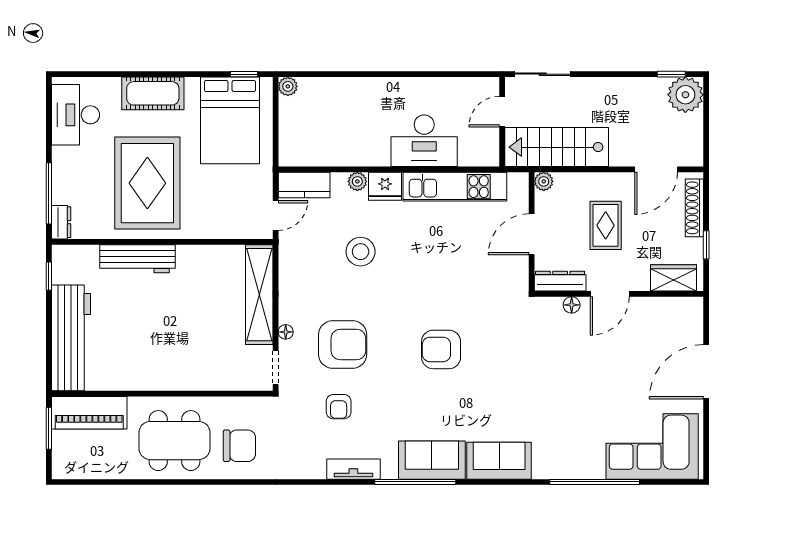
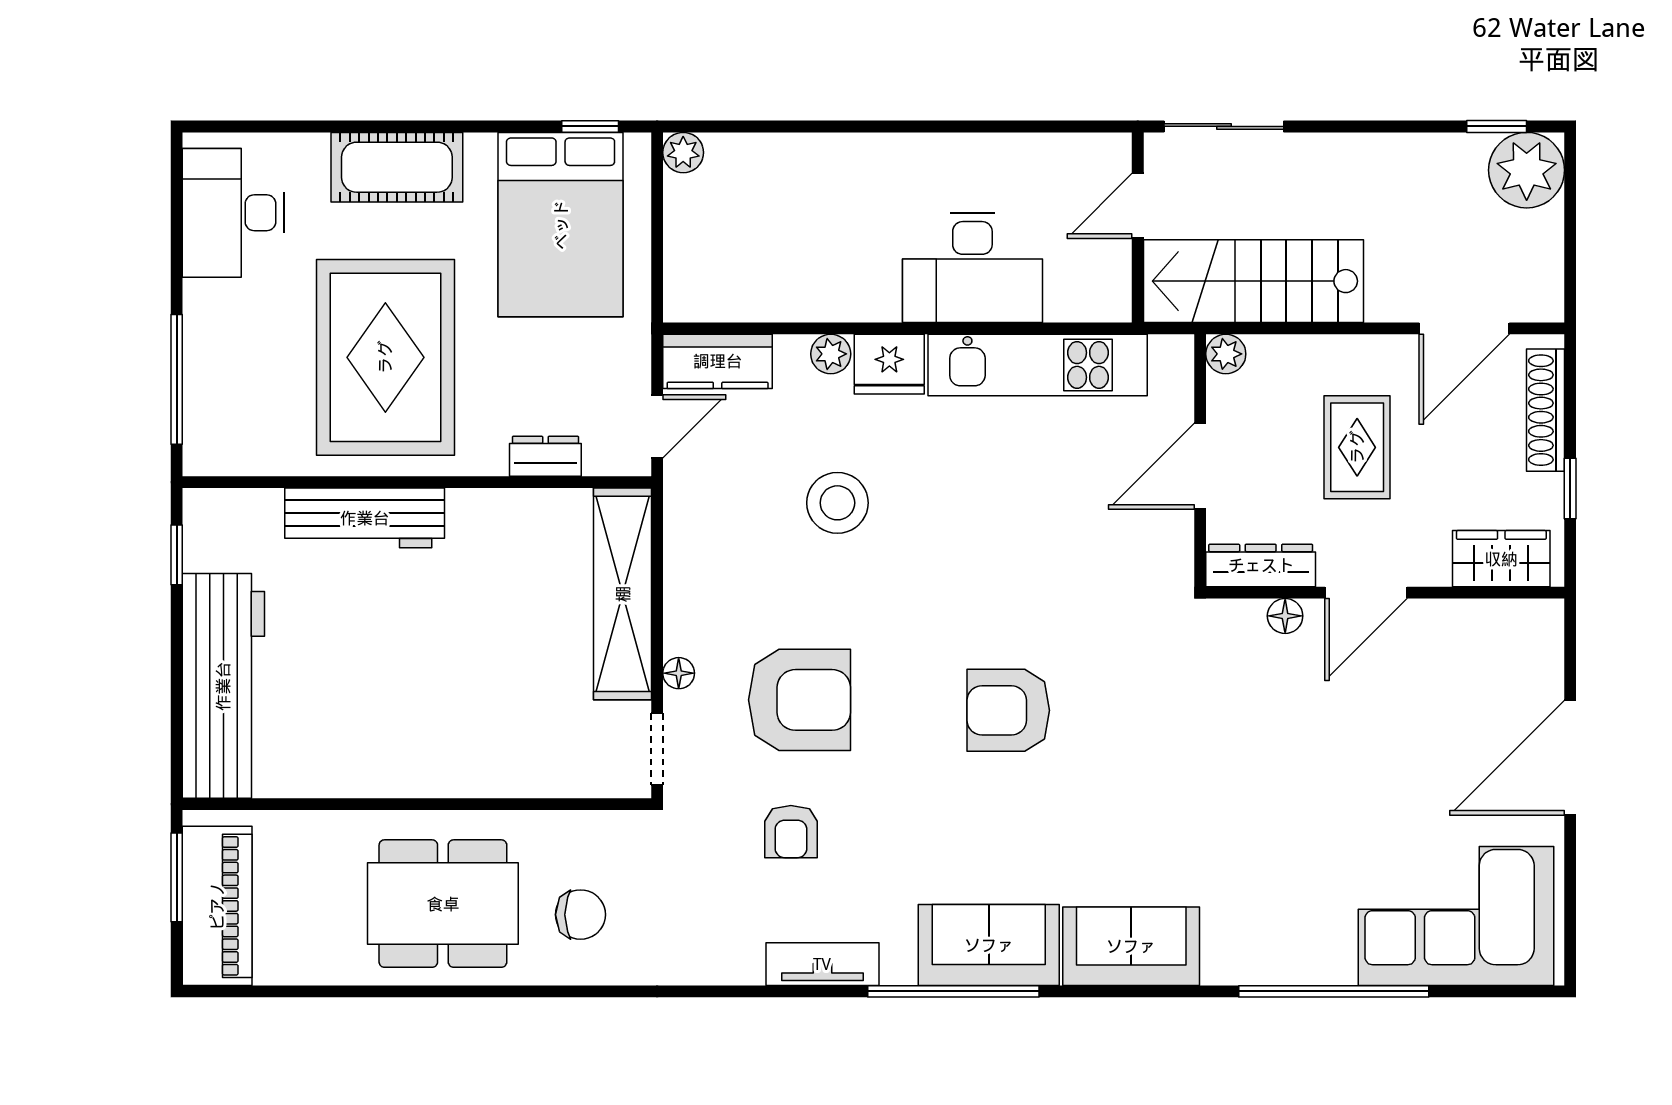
dresser: (61, 222) -> (545, 456), moved, turned -90
piano: (89, 413) -> (217, 906), moved, turned -90
chair: (239, 446) -> (580, 915), width x0.73, depth x0.73

